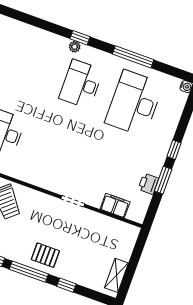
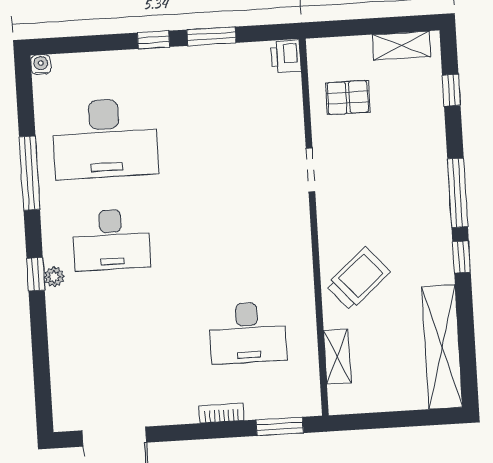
printer: (148, 184) -> (286, 56), moved, turned 90
filing cabinet: (115, 206) -> (287, 97), removed
pallet: (45, 255) -> (348, 98), moved, turned 90
window: (66, 285) -> (451, 90), moved

